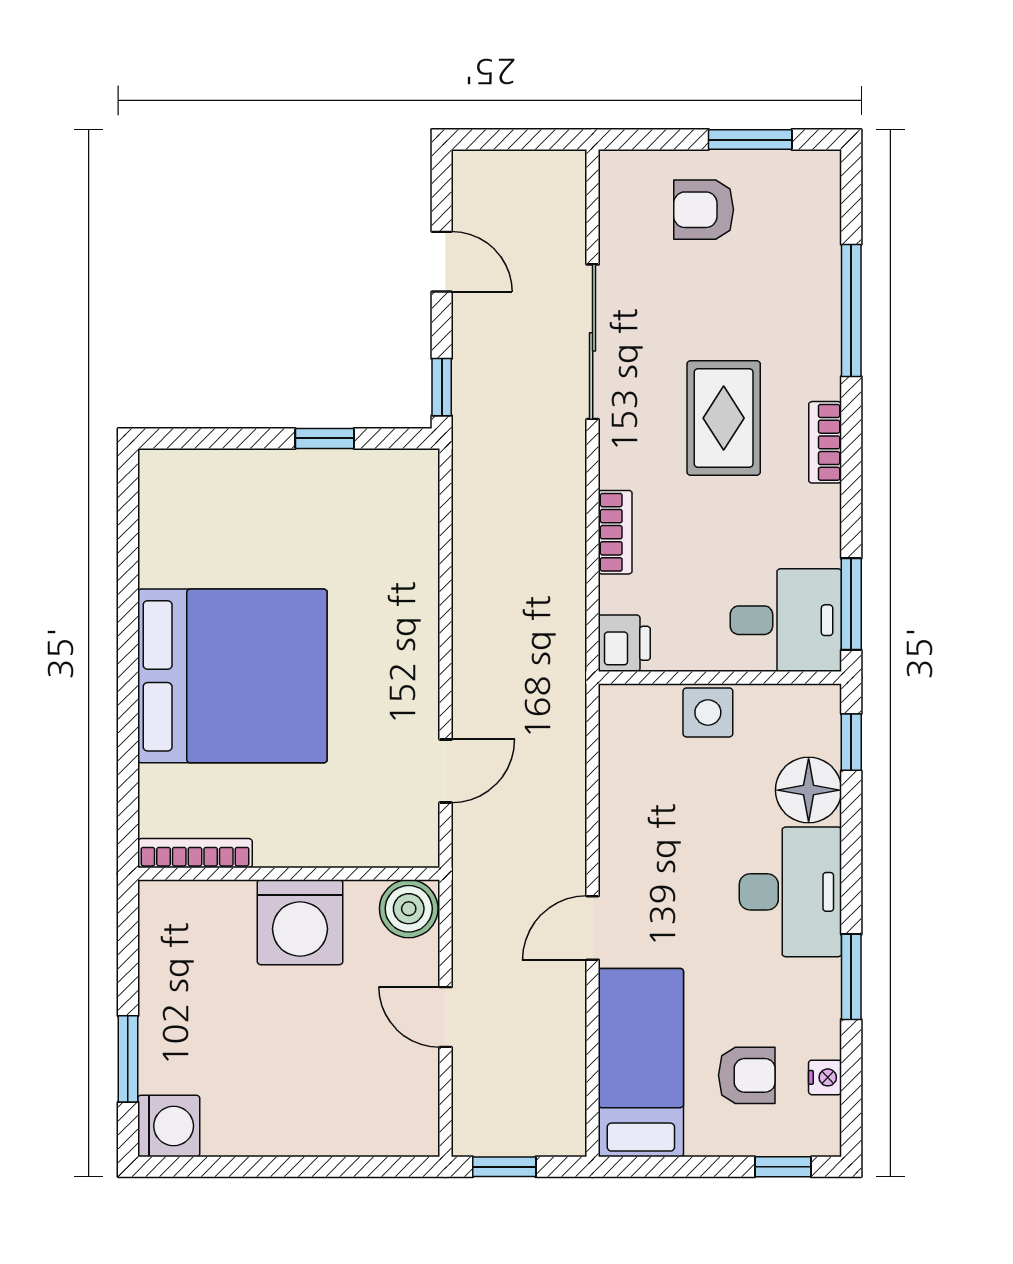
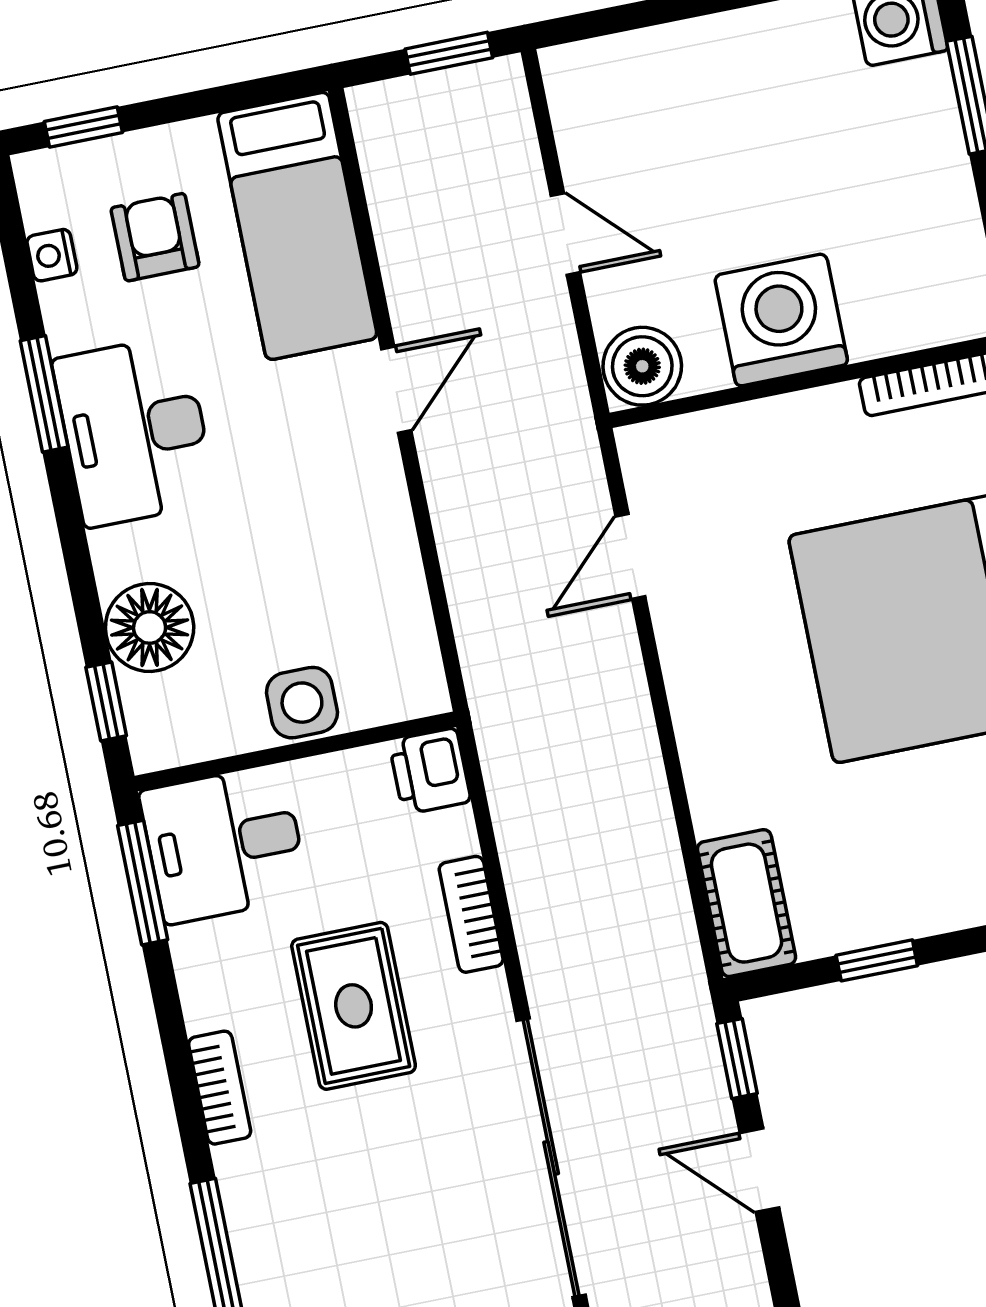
door: (442, 262) -> (760, 1170), moved
sliding door: (593, 342) -> (551, 1158), width x1.36
rug: (724, 418) -> (354, 1006), moved
cot: (412, 500) -> (746, 903), added
desk: (790, 892) -> (135, 431), moved
armchair: (747, 1075) -> (155, 237), turned 90

